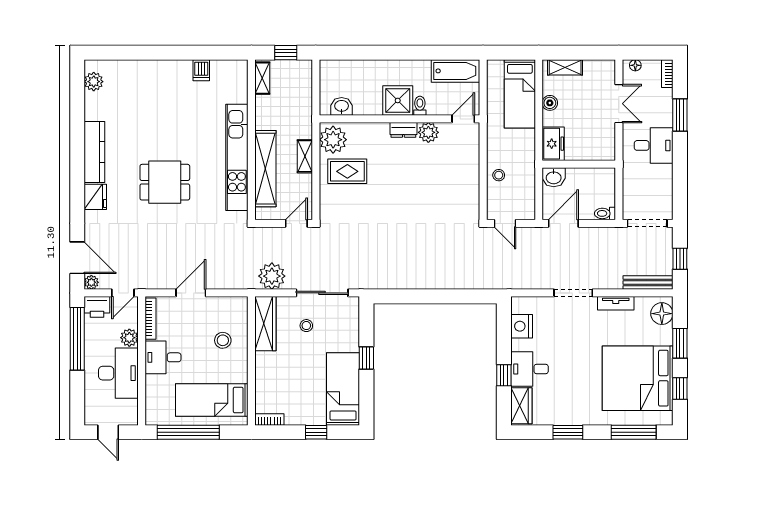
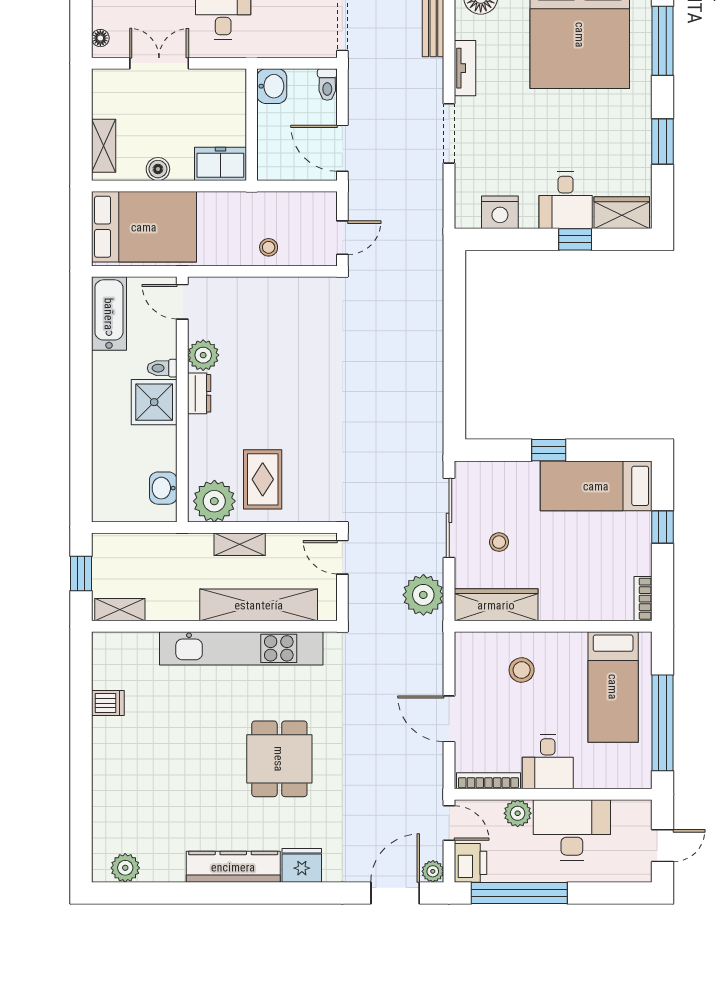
bed: (520, 94) -> (144, 227), width x1.50
washbasin: (554, 177) -> (272, 86), moved

